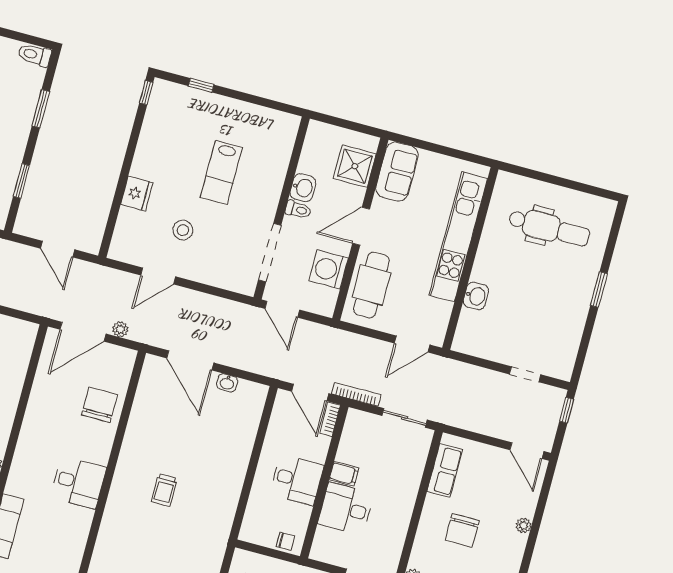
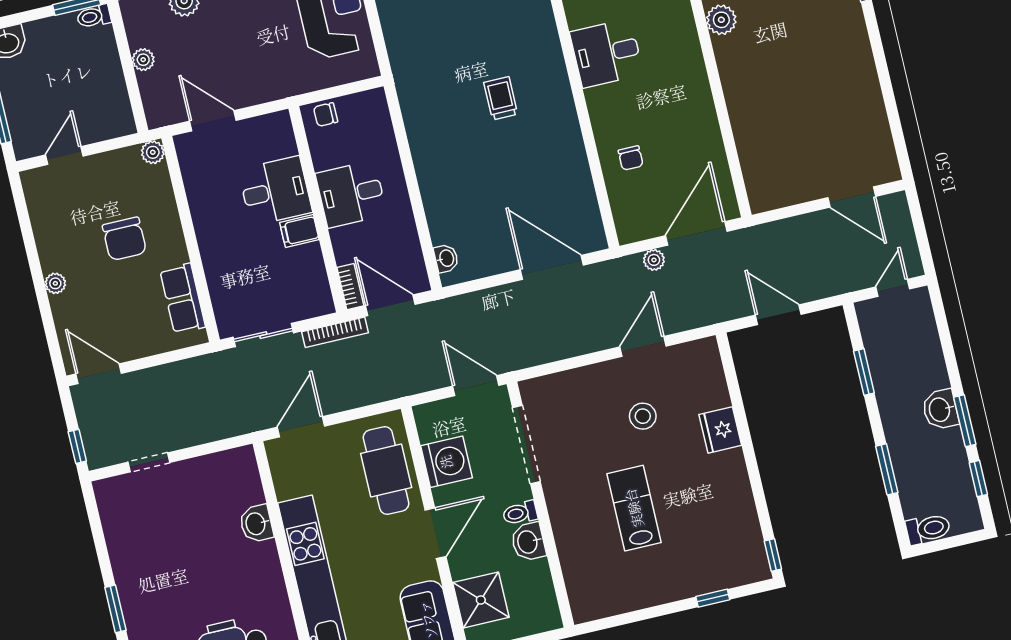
washbasin: (227, 383) -> (446, 258), moved, turned 90
chair: (100, 405) -> (631, 158), width x0.54, depth x0.54
chair: (462, 530) -> (124, 239), turned 180

